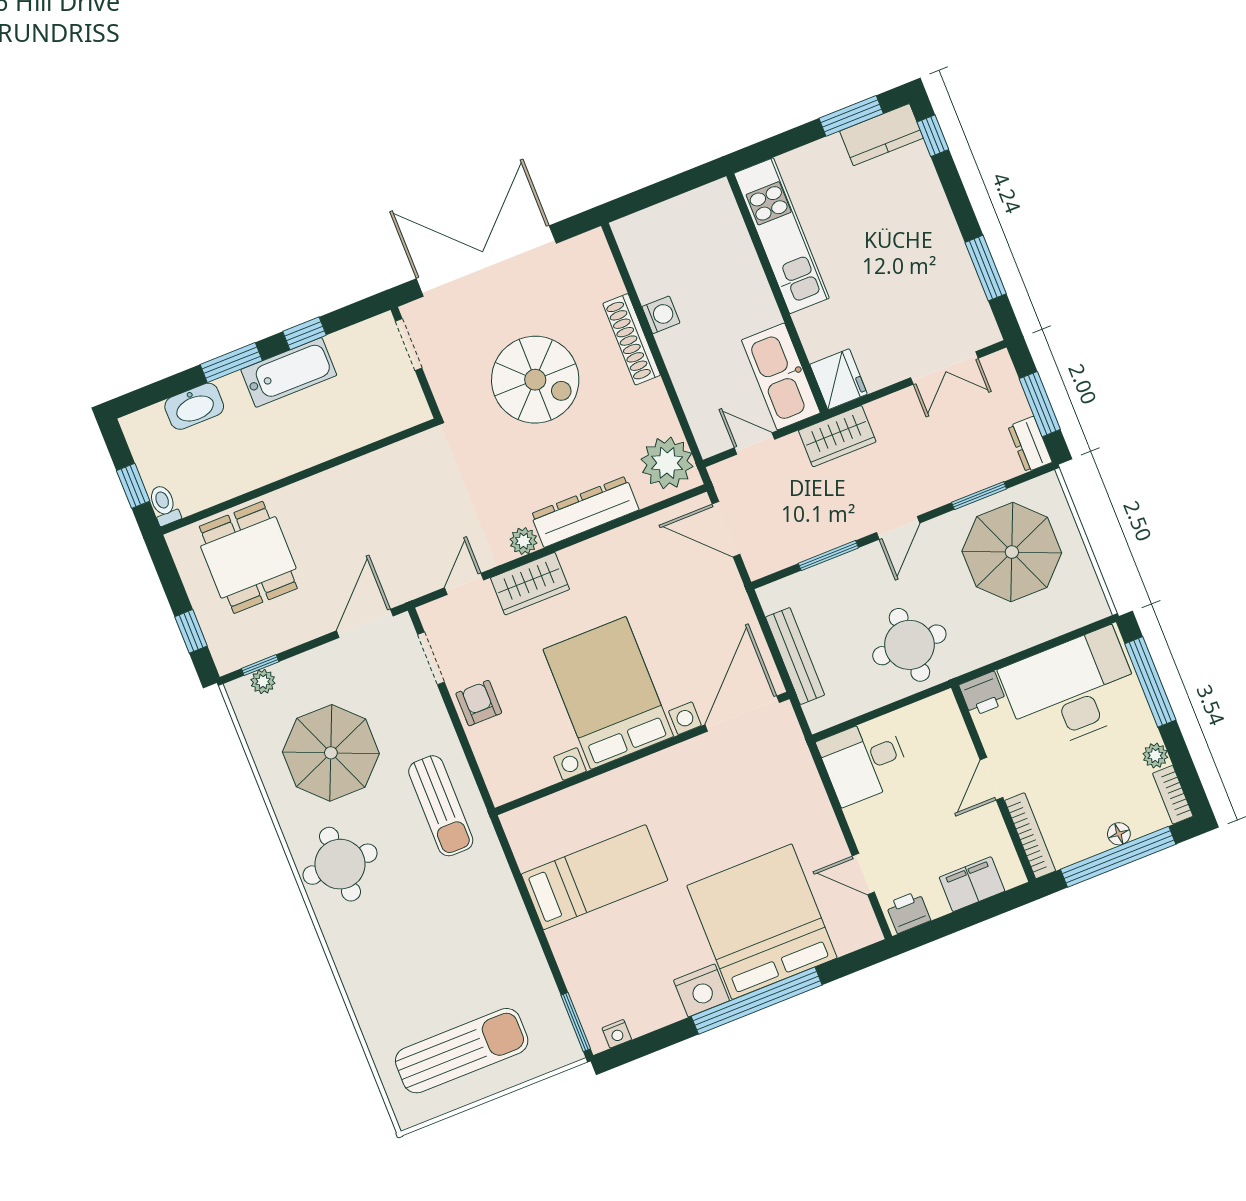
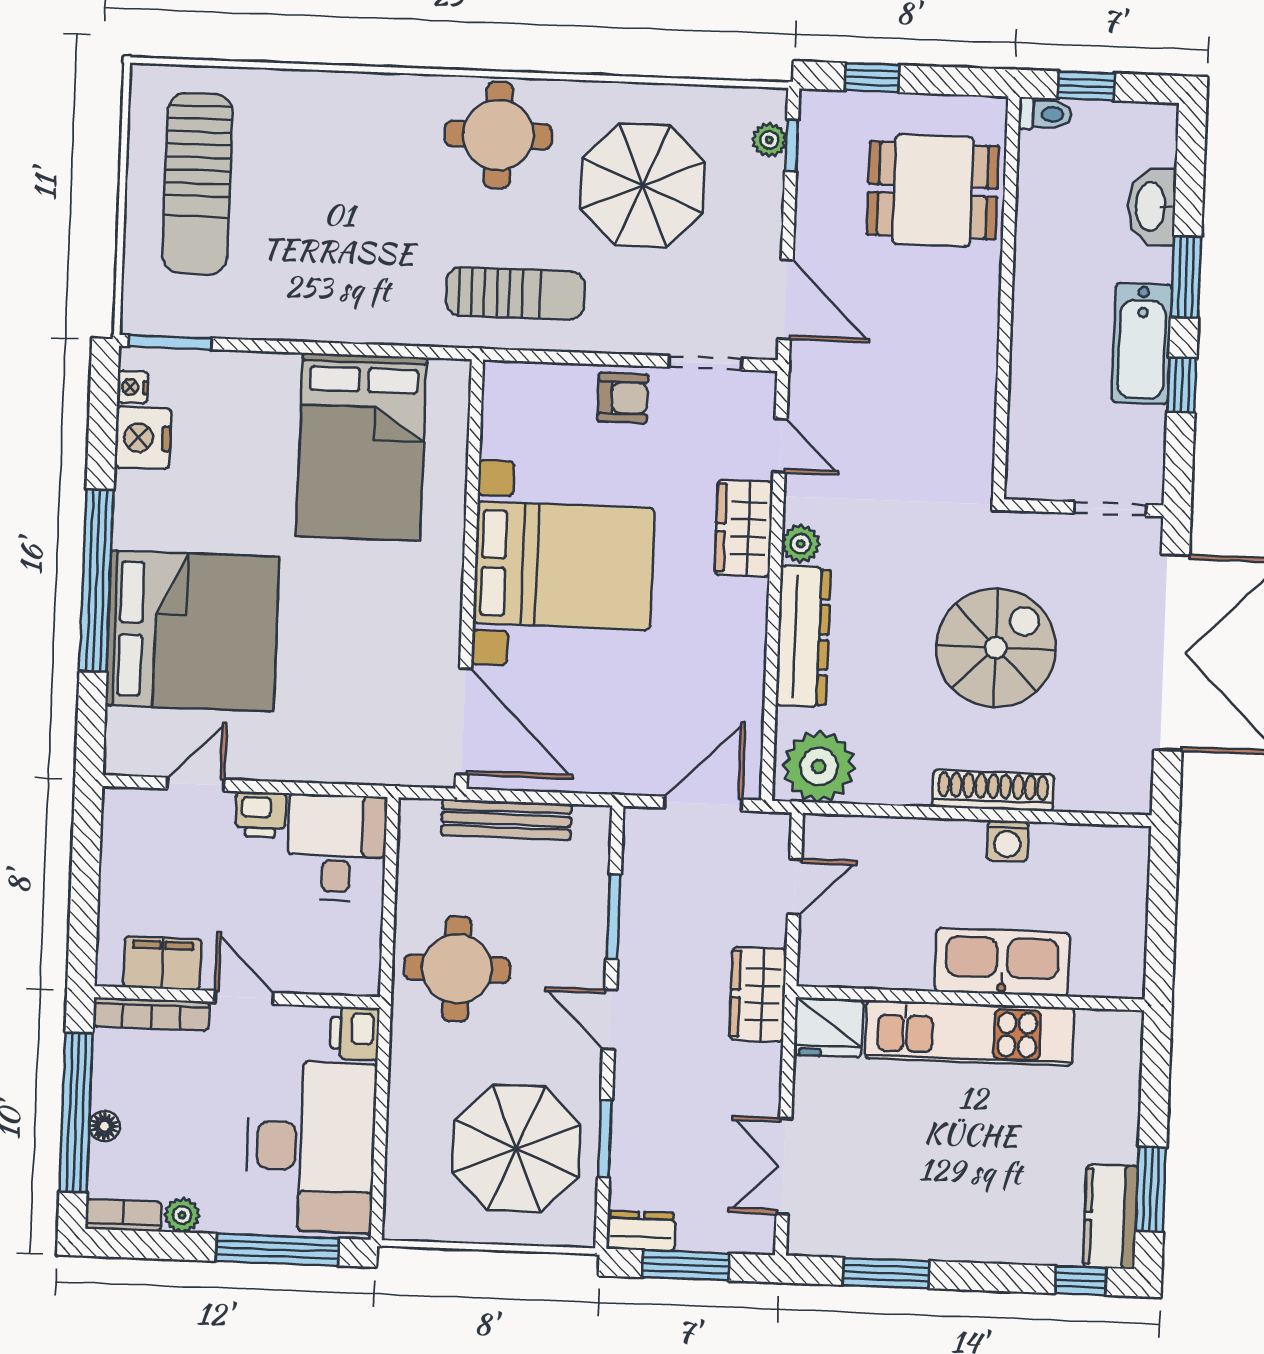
kitchen unit: (782, 236) -> (969, 1033), moved
kitchen sink: (781, 376) -> (1002, 962), moved
spiral stairs: (535, 380) -> (996, 648), turned 180
sun lounger: (441, 806) -> (515, 293), turned 180
bed: (595, 877) -> (361, 447), width x1.50
filing cabinet: (972, 884) -> (162, 963), moved, turned -90
printer: (908, 912) -> (261, 815), moved, turned 90
nightstand: (701, 990) -> (143, 438), moved

